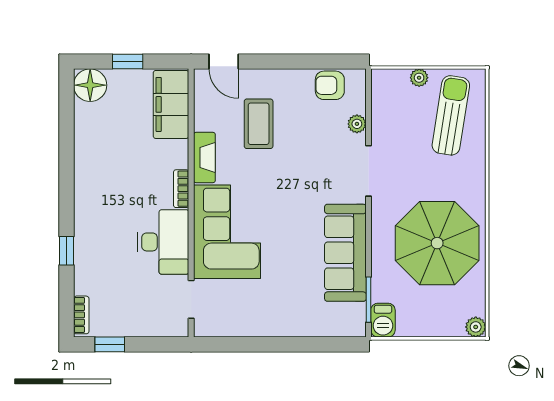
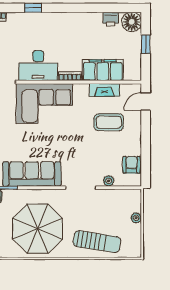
filing cabinet: (171, 104) -> (103, 70), moved
sun lounger: (451, 115) -> (97, 242), moved
printer: (85, 120) -> (111, 19), added
fireplace: (204, 158) -> (105, 90), moved

